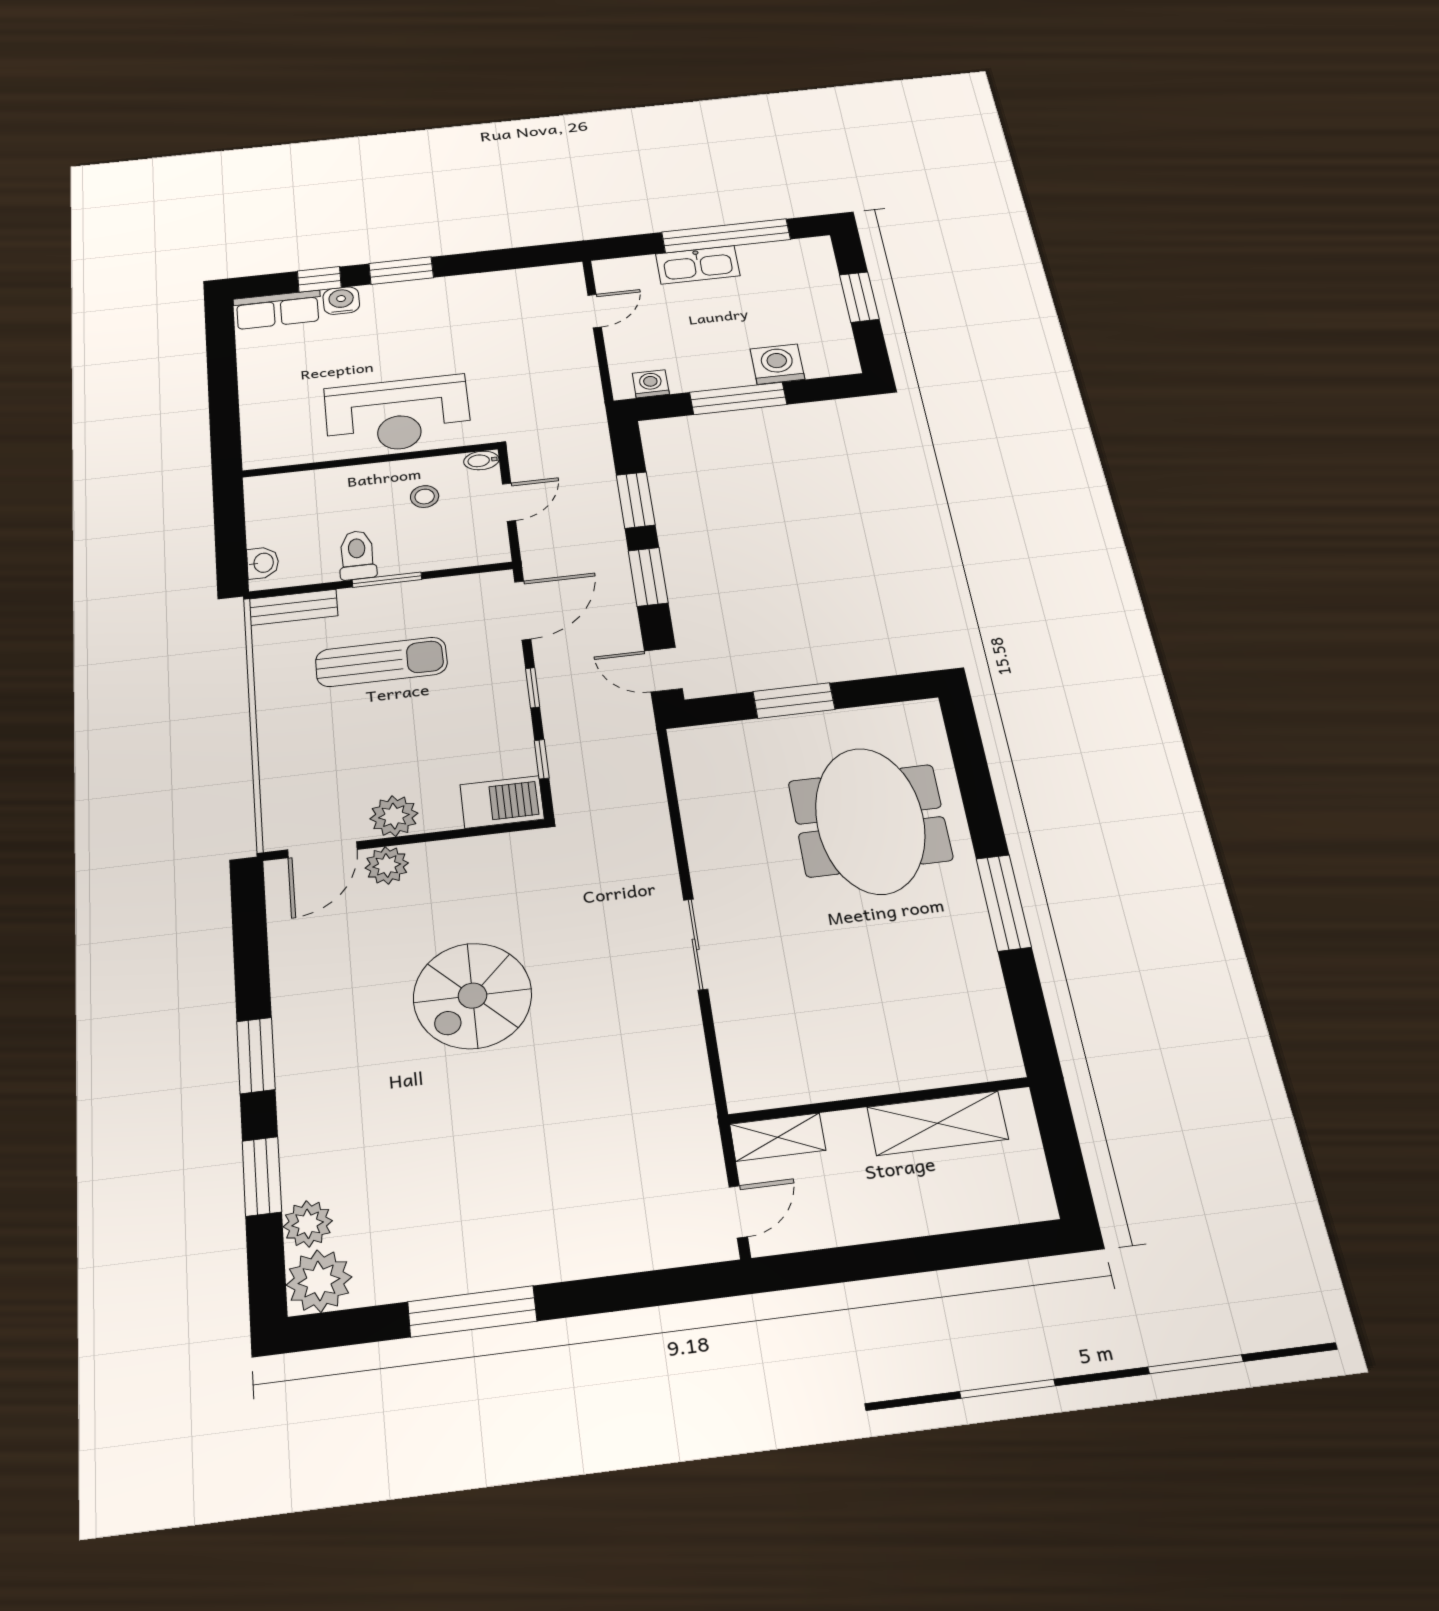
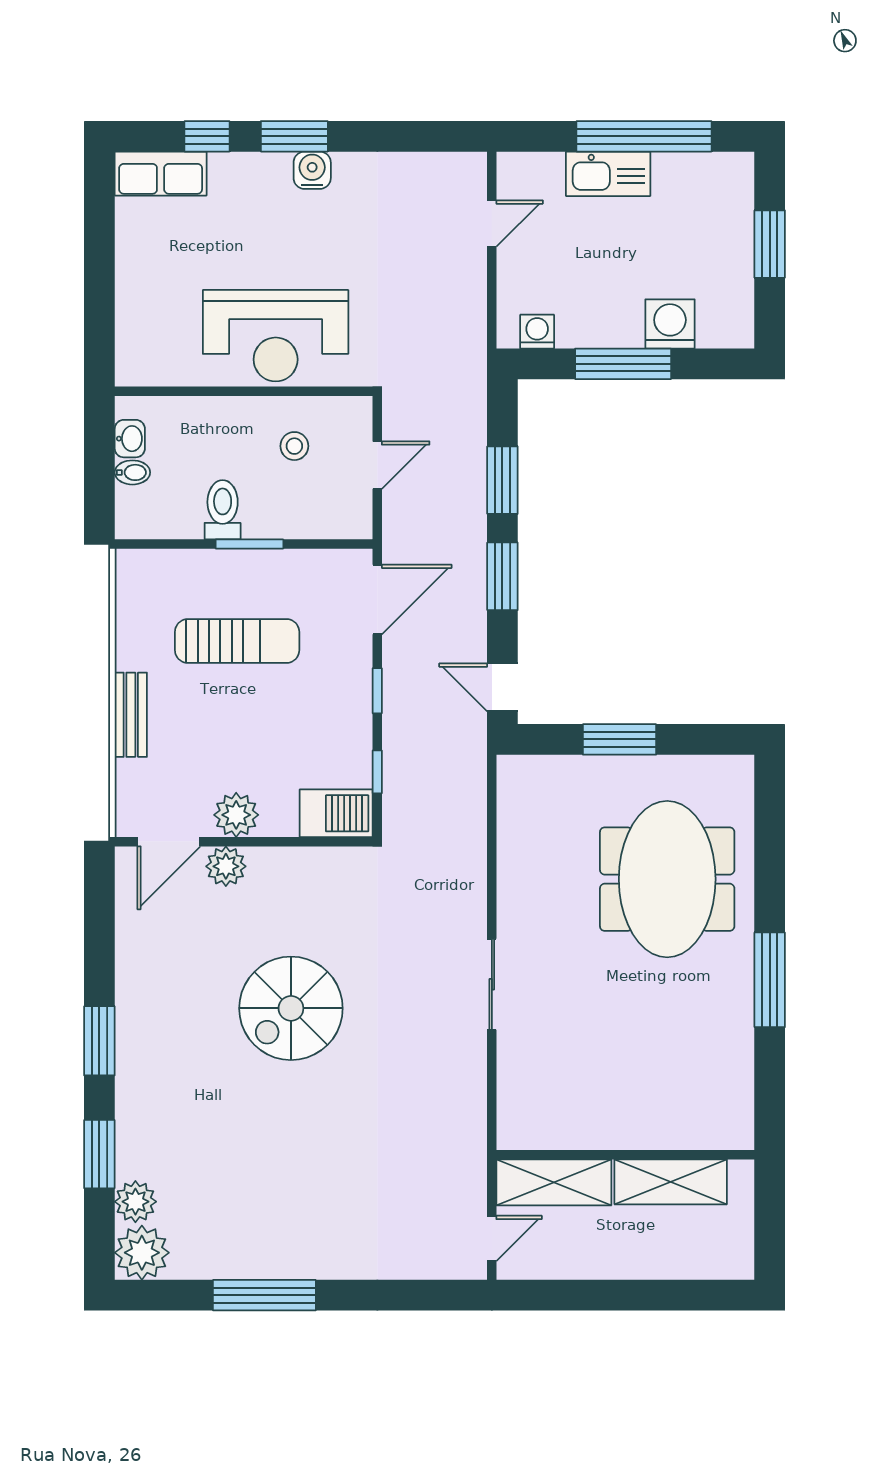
water cooler: (341, 301) -> (312, 170), moved
bidet: (481, 461) -> (132, 472), moved, turned 180
washbasin: (263, 563) -> (130, 439), moved
bench: (293, 607) -> (131, 715), moved, turned 90
shelving: (778, 1137) -> (554, 1182), width x1.50, depth x1.33

